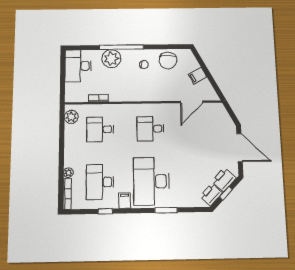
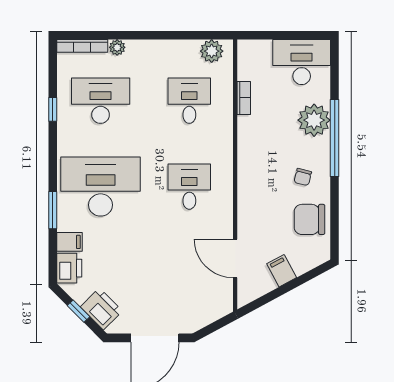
printer: (211, 194) -> (69, 268), moved, turned 45
filing cabinet: (125, 201) -> (70, 242), moved

